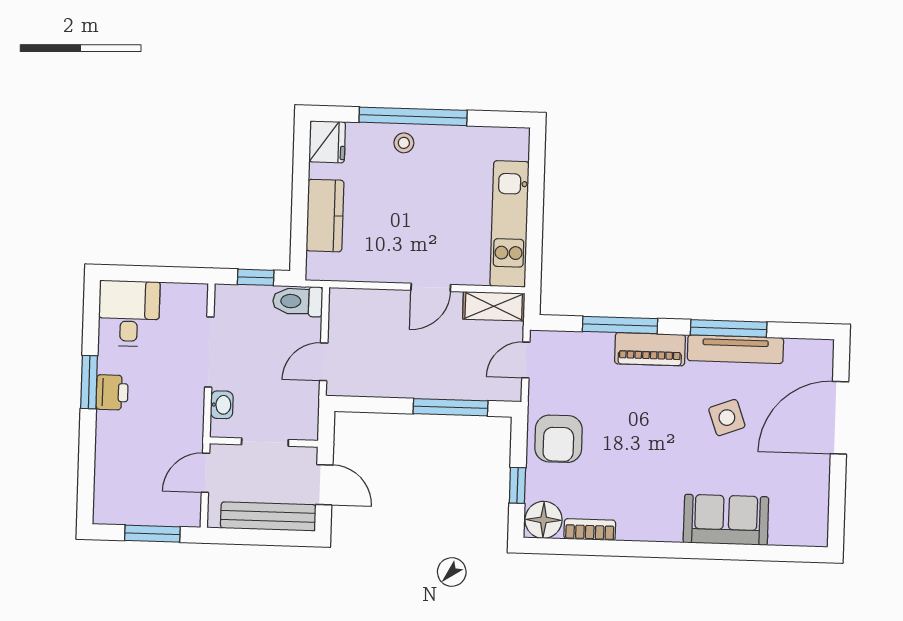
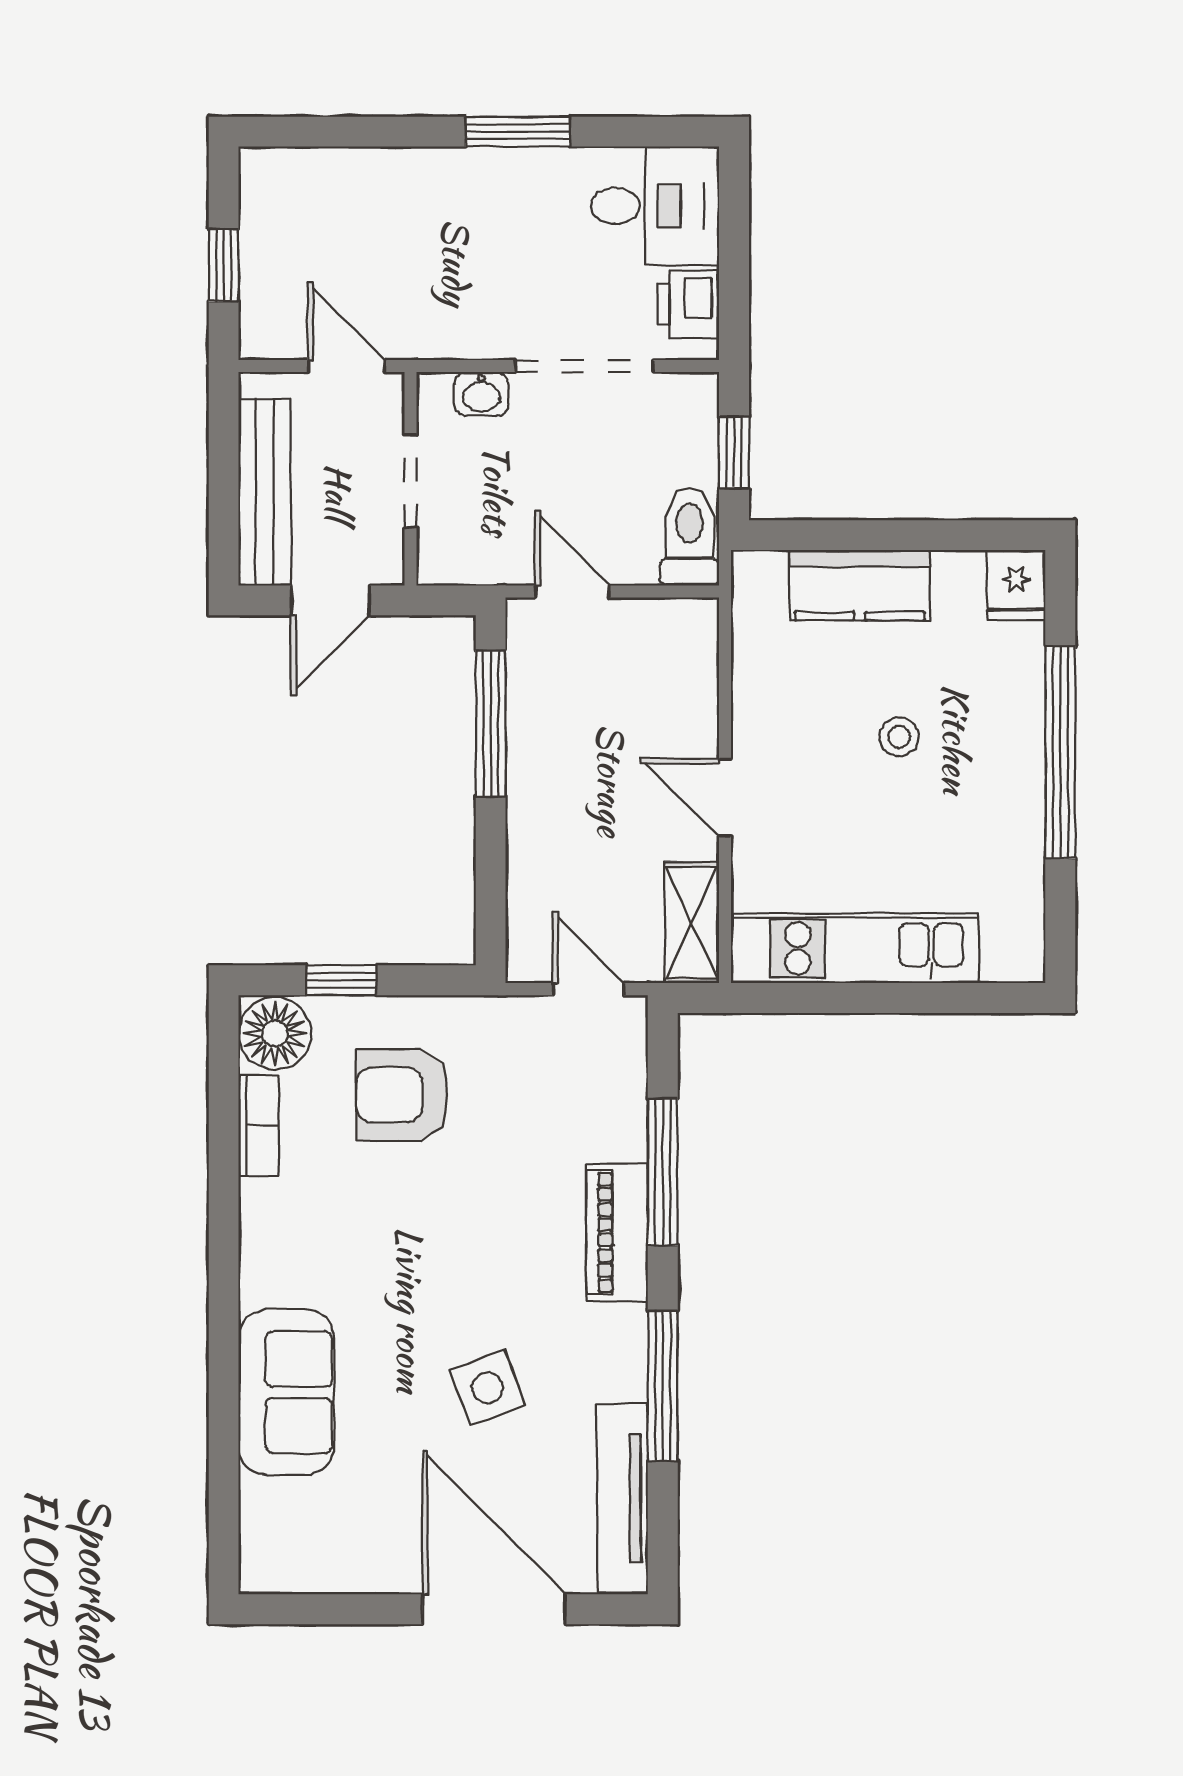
fridge: (327, 142) -> (1016, 585), width x0.72
stool: (404, 143) -> (899, 737), moved
tv unit: (735, 349) -> (622, 1498), moved
printer: (112, 392) -> (688, 304), moved, turned 90
window: (451, 407) -> (491, 723), moved
armchair: (559, 439) -> (402, 1095), moved
window: (152, 534) -> (224, 265), width x0.67

